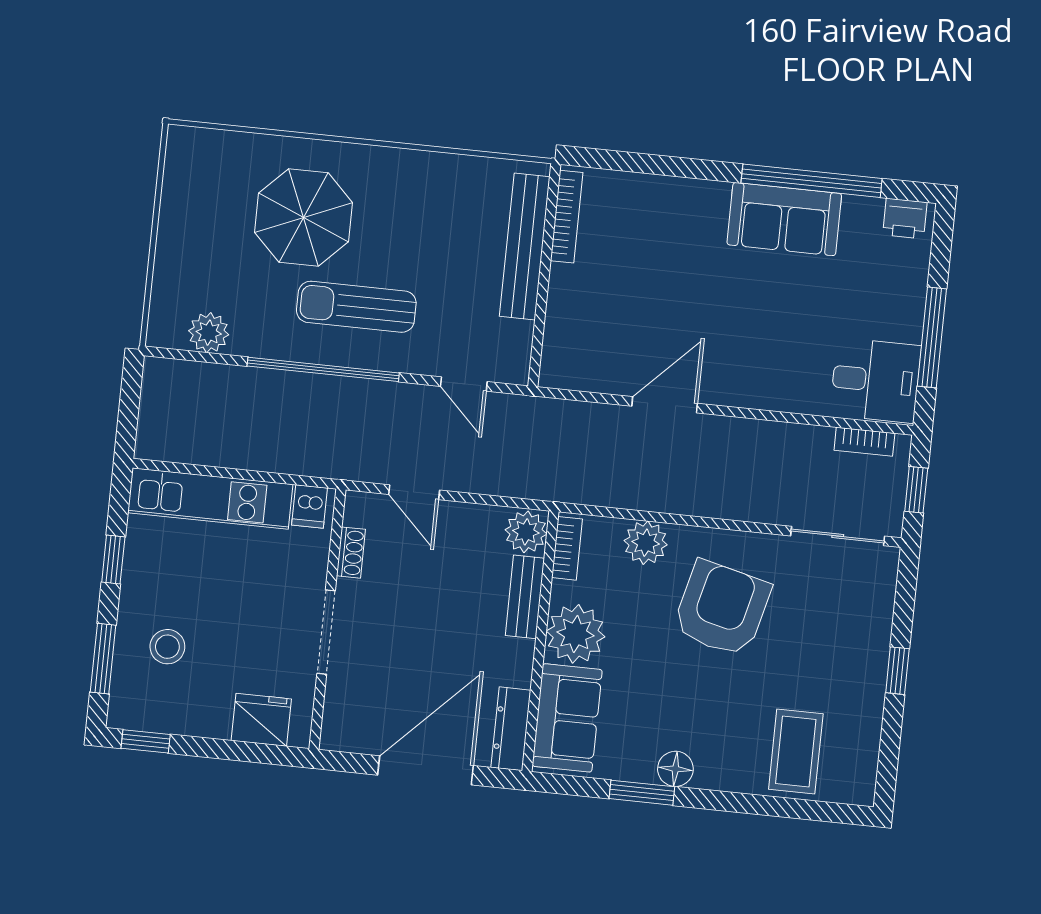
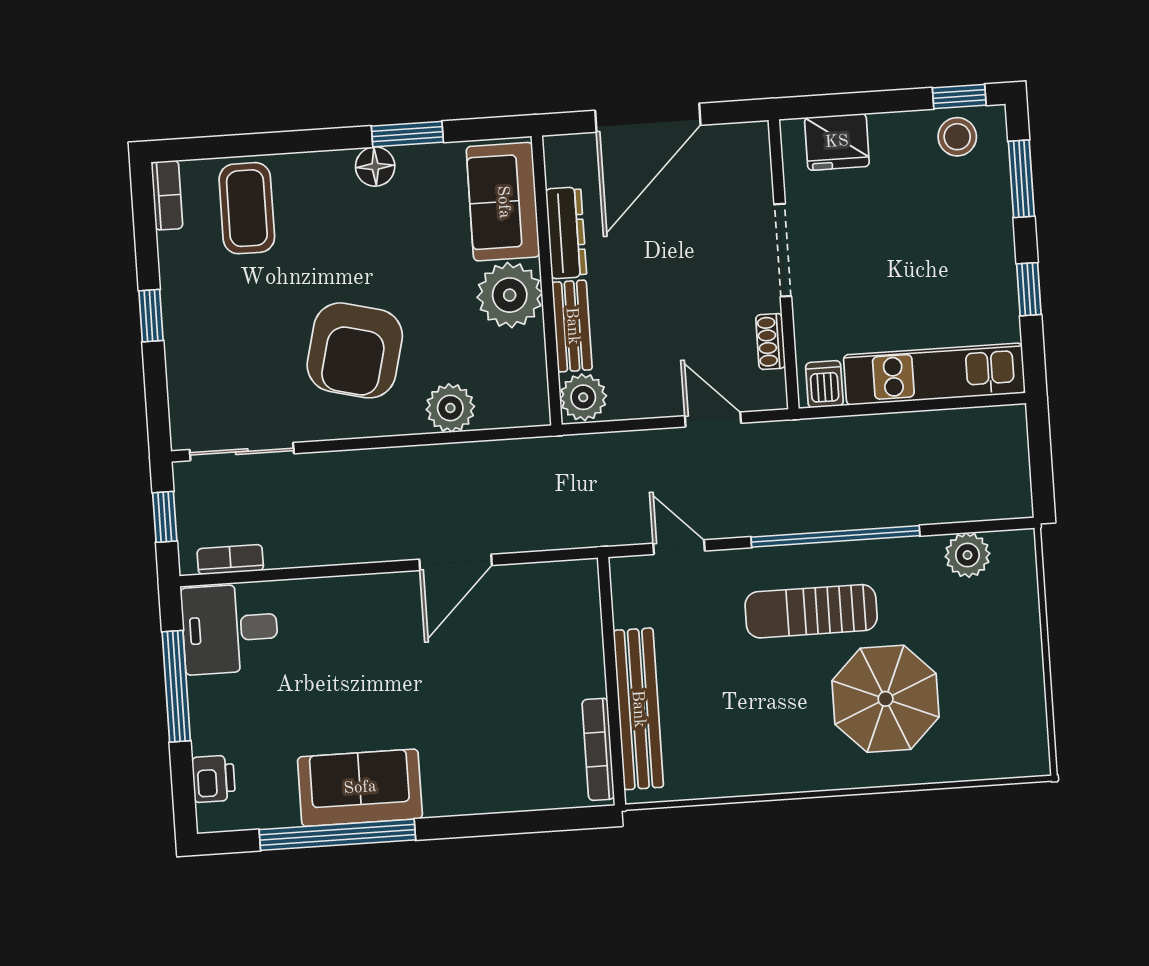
printer: (905, 219) -> (214, 779), moved, turned 90
sun lounger: (356, 307) -> (811, 611), turned 180
bookcase: (567, 548) -> (167, 195), moved, turned 180
stool: (167, 647) -> (957, 137), moved
dresser: (511, 729) -> (566, 233), moved

